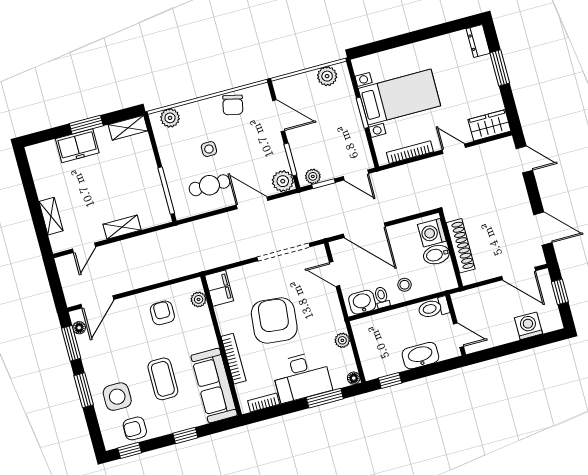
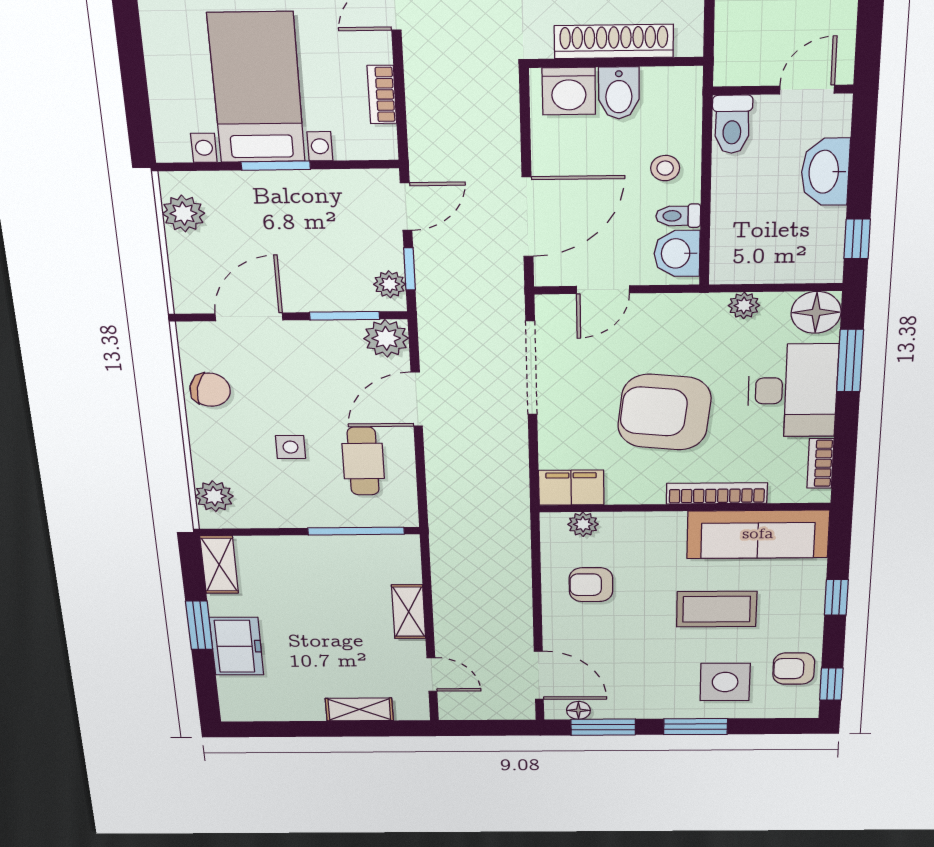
bookcase: (410, 152) -> (382, 94), width x0.64
floor lamp: (354, 378) -> (816, 312), width x1.89, depth x1.89
armchair: (135, 428) -> (794, 669), turned 90

